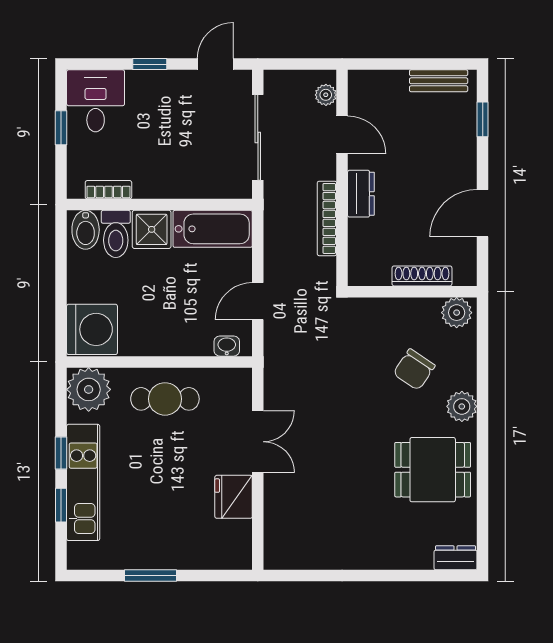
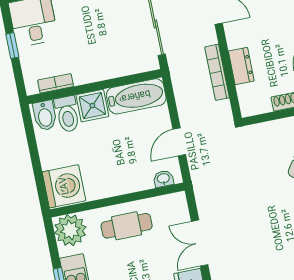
dresser: (361, 194) -> (241, 66), moved
double door: (258, 442) -> (200, 243), swing flipped

